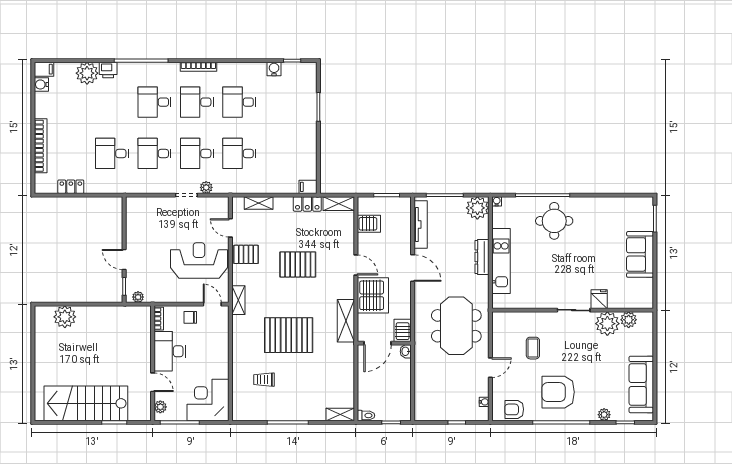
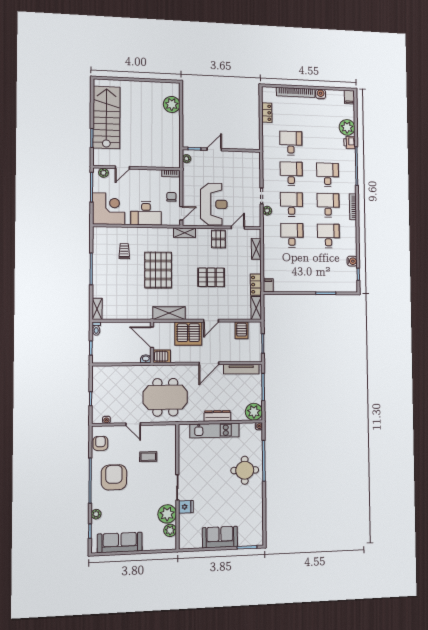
water cooler: (41, 84) -> (321, 94), moved
pallet: (298, 264) -> (211, 277), turned 90
desk: (170, 351) -> (146, 213), moved, turned 180

